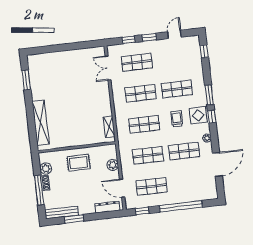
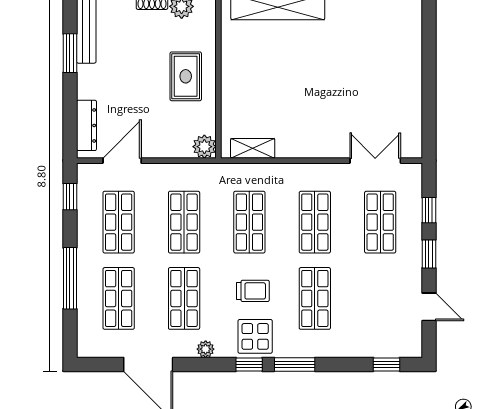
plant: (113, 165) -> (204, 147), moved
shop shelf: (188, 182) -> (119, 298), added
window: (181, 206) -> (70, 278), width x0.68

